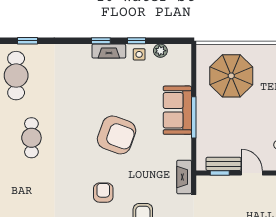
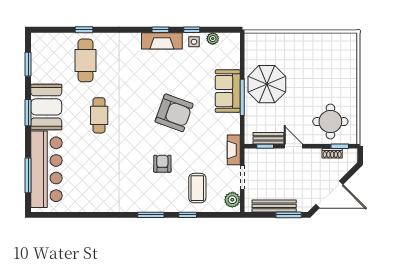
window: (28, 41) -> (84, 30), moved
fireplace: (109, 51) -> (162, 41), width x1.37, depth x1.32
parasol: (231, 76) -> (267, 84), moved

